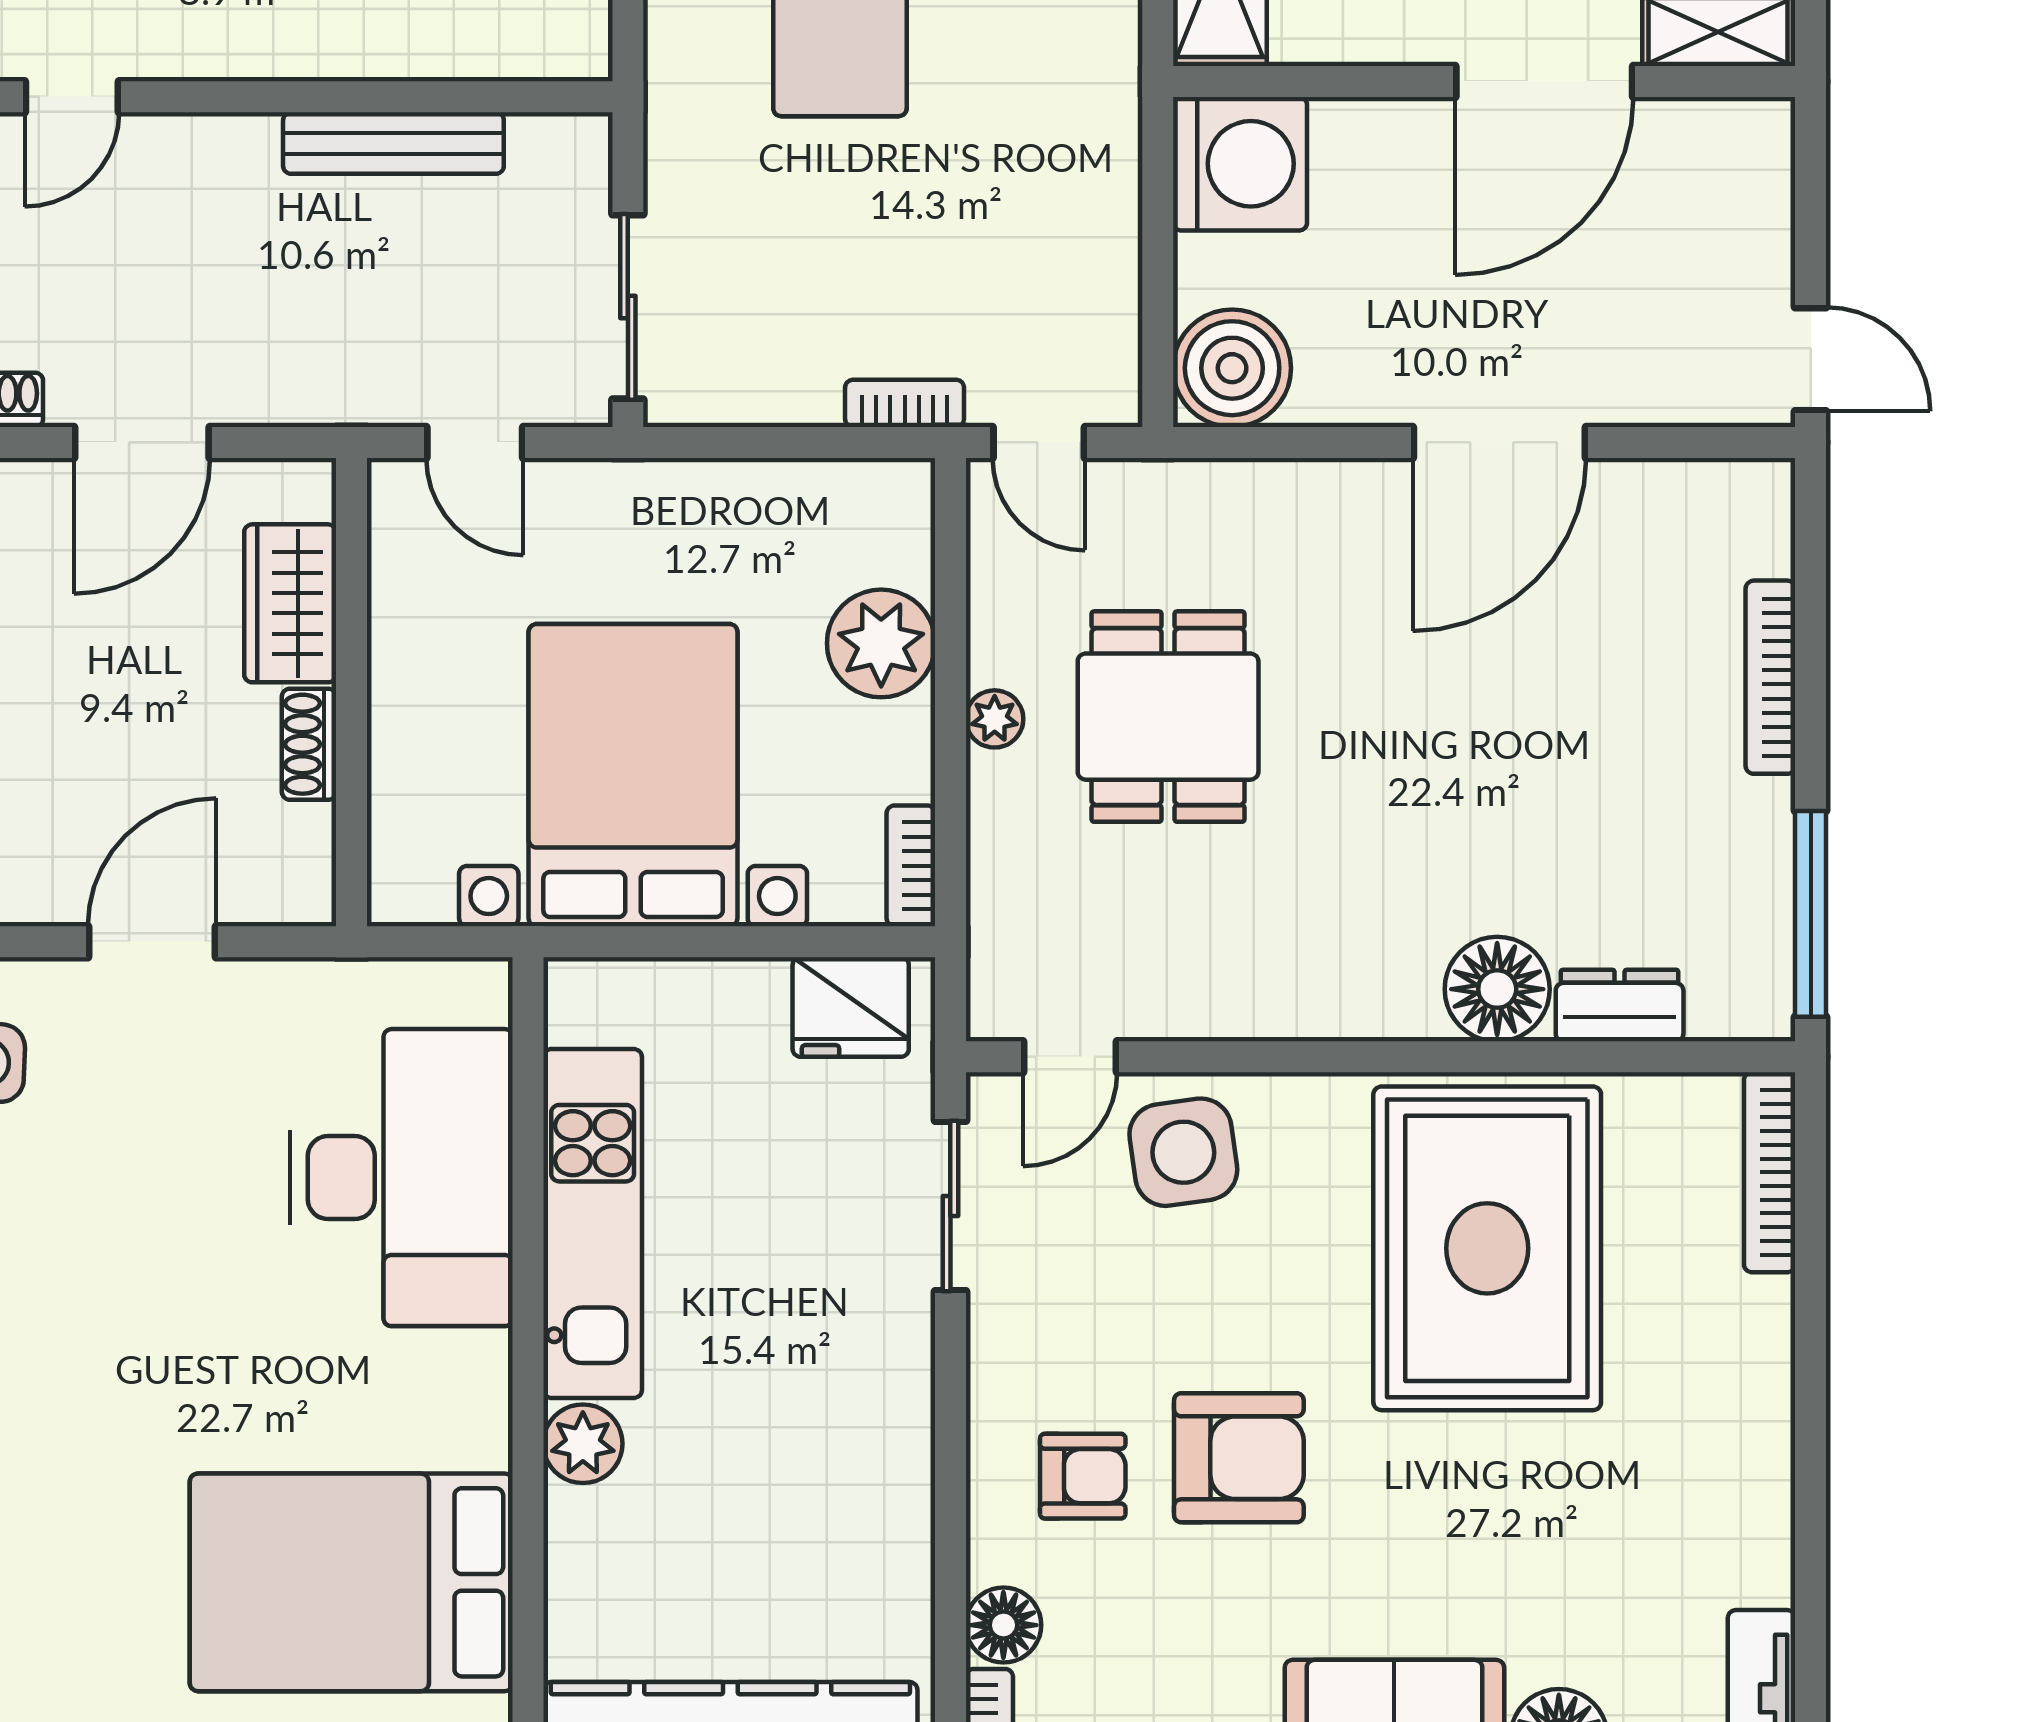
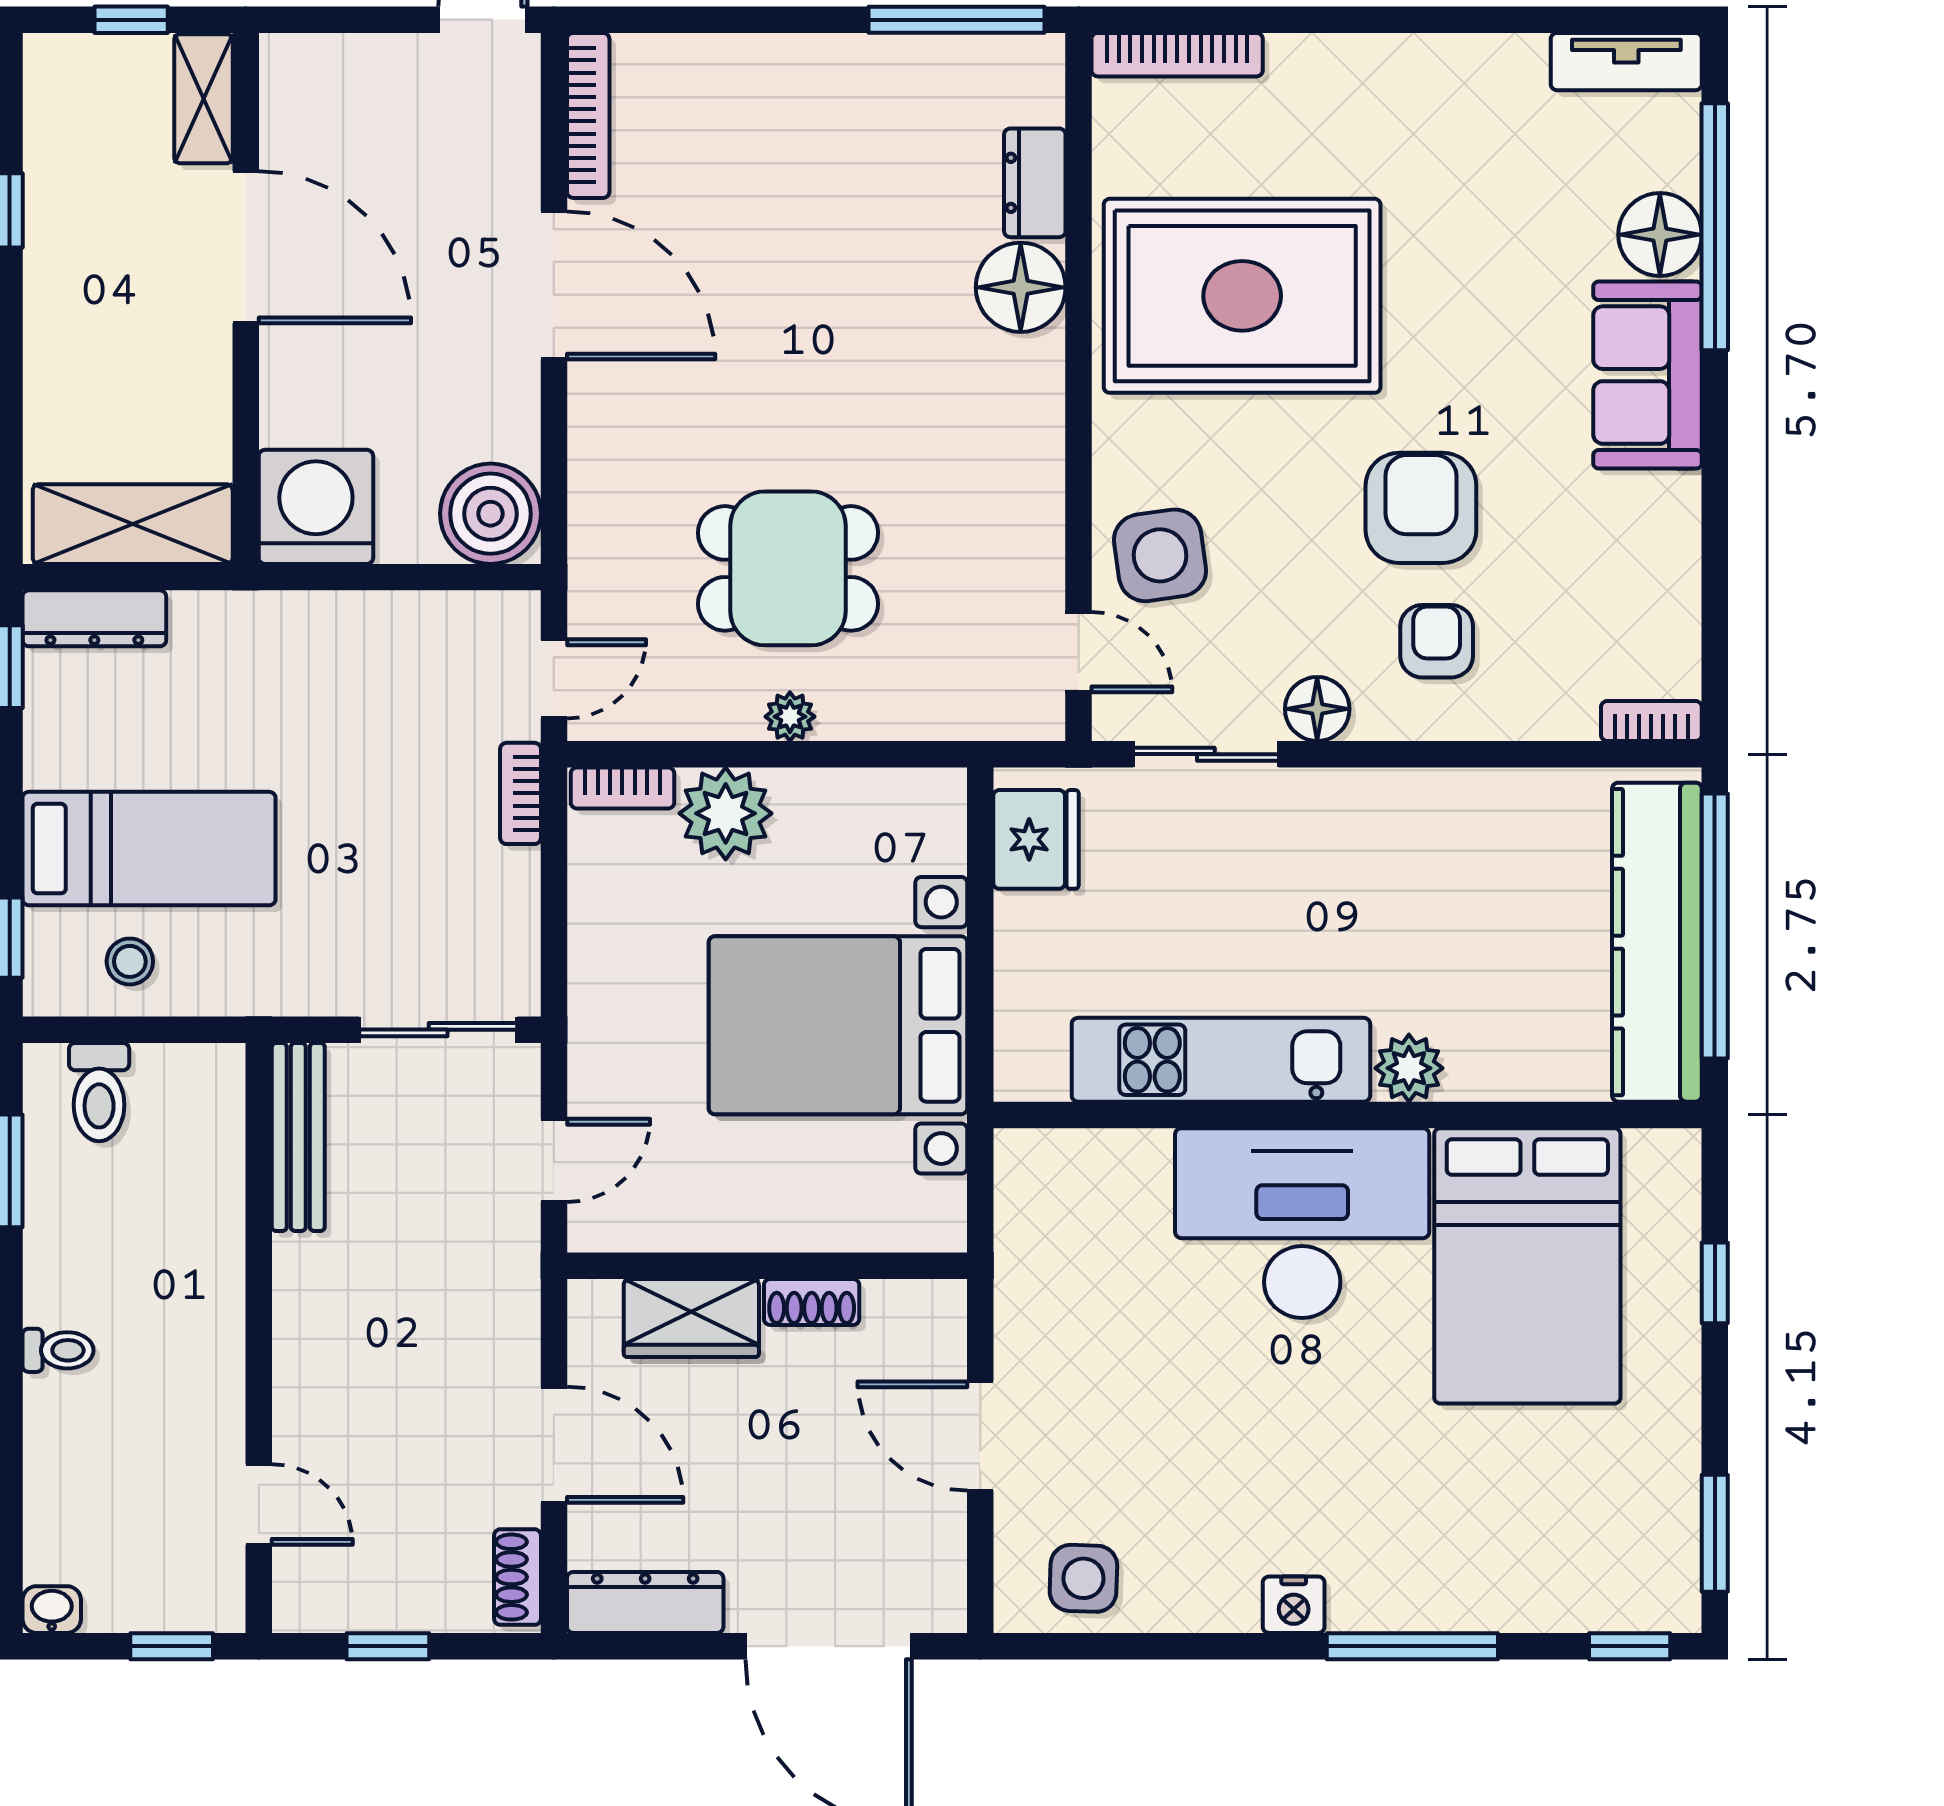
bench: (393, 143) -> (298, 1137), moved
bookcase: (1770, 677) -> (588, 115), moved, turned -90
bookcase: (911, 866) -> (622, 788), moved
desk: (401, 1178) -> (1302, 1223), moved
floor lamp: (1003, 1625) -> (1317, 709), moved

